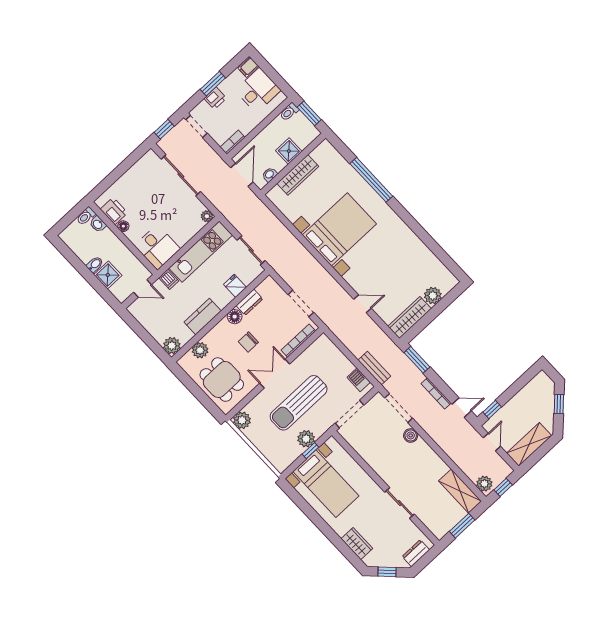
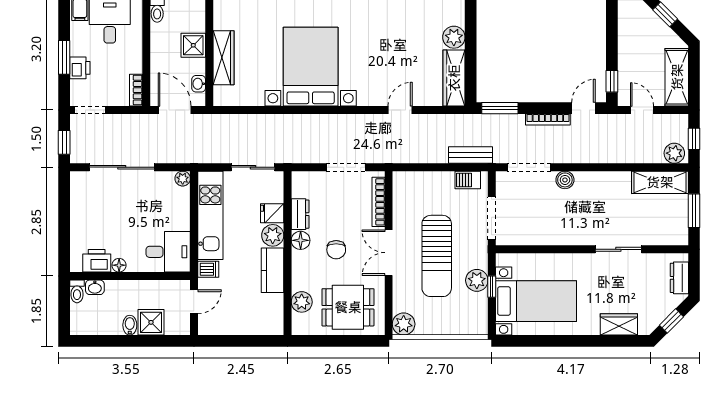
plant: (172, 346) -> (273, 235), moved

